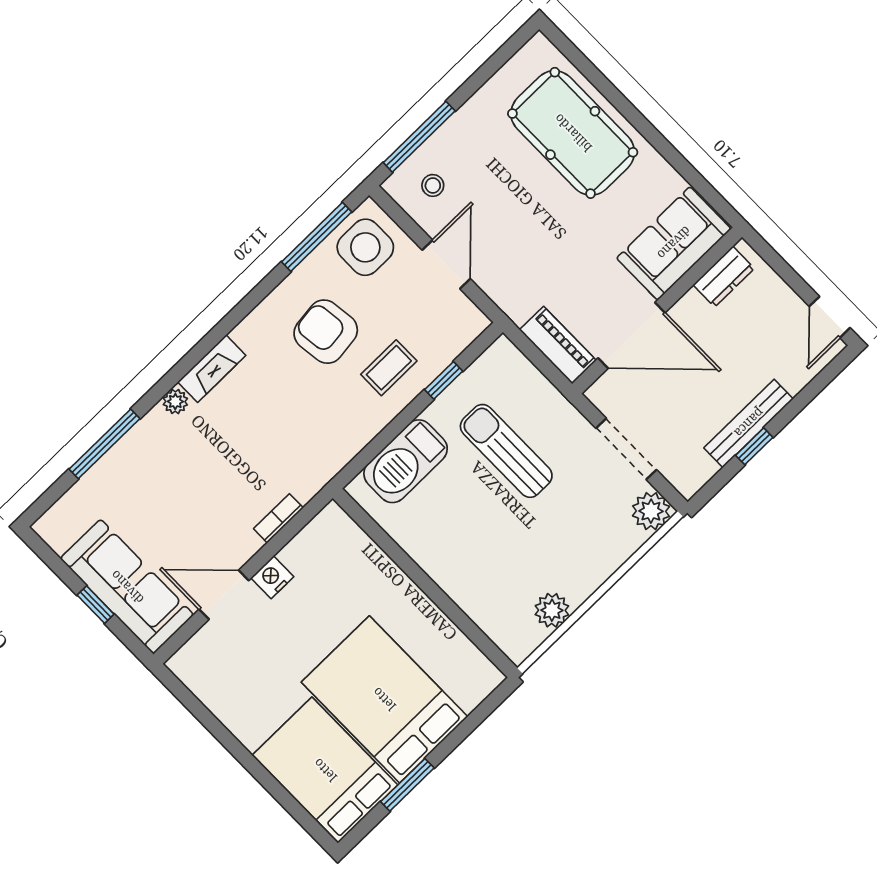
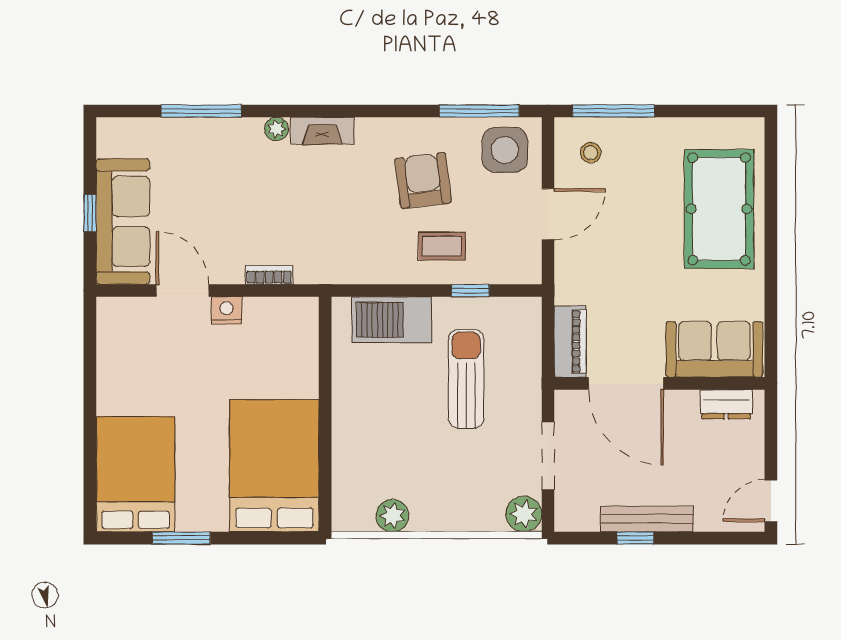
bed: (384, 699) -> (274, 466), moved

